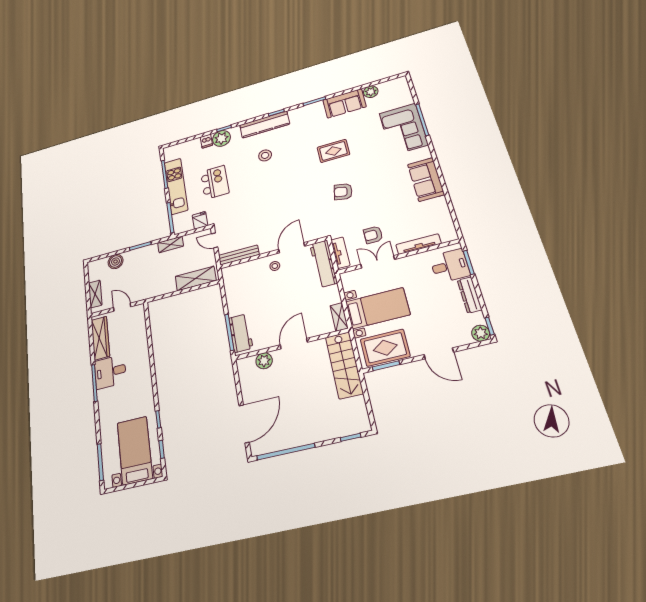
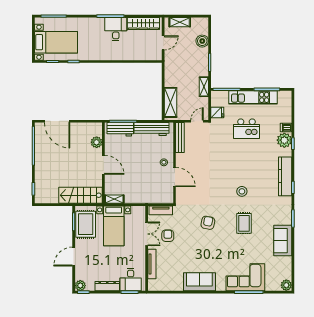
plant: (371, 92) -> (286, 285), moved
stool: (265, 155) -> (242, 191), moved
workbench: (323, 264) -> (152, 129), moved, turned 180

